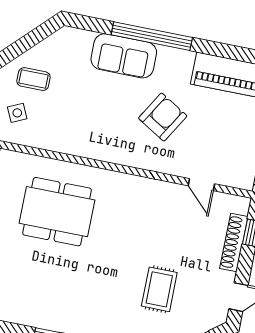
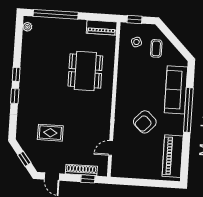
sofa: (124, 56) -> (176, 90), width x1.36
armchair: (163, 117) -> (145, 122), turned 102

